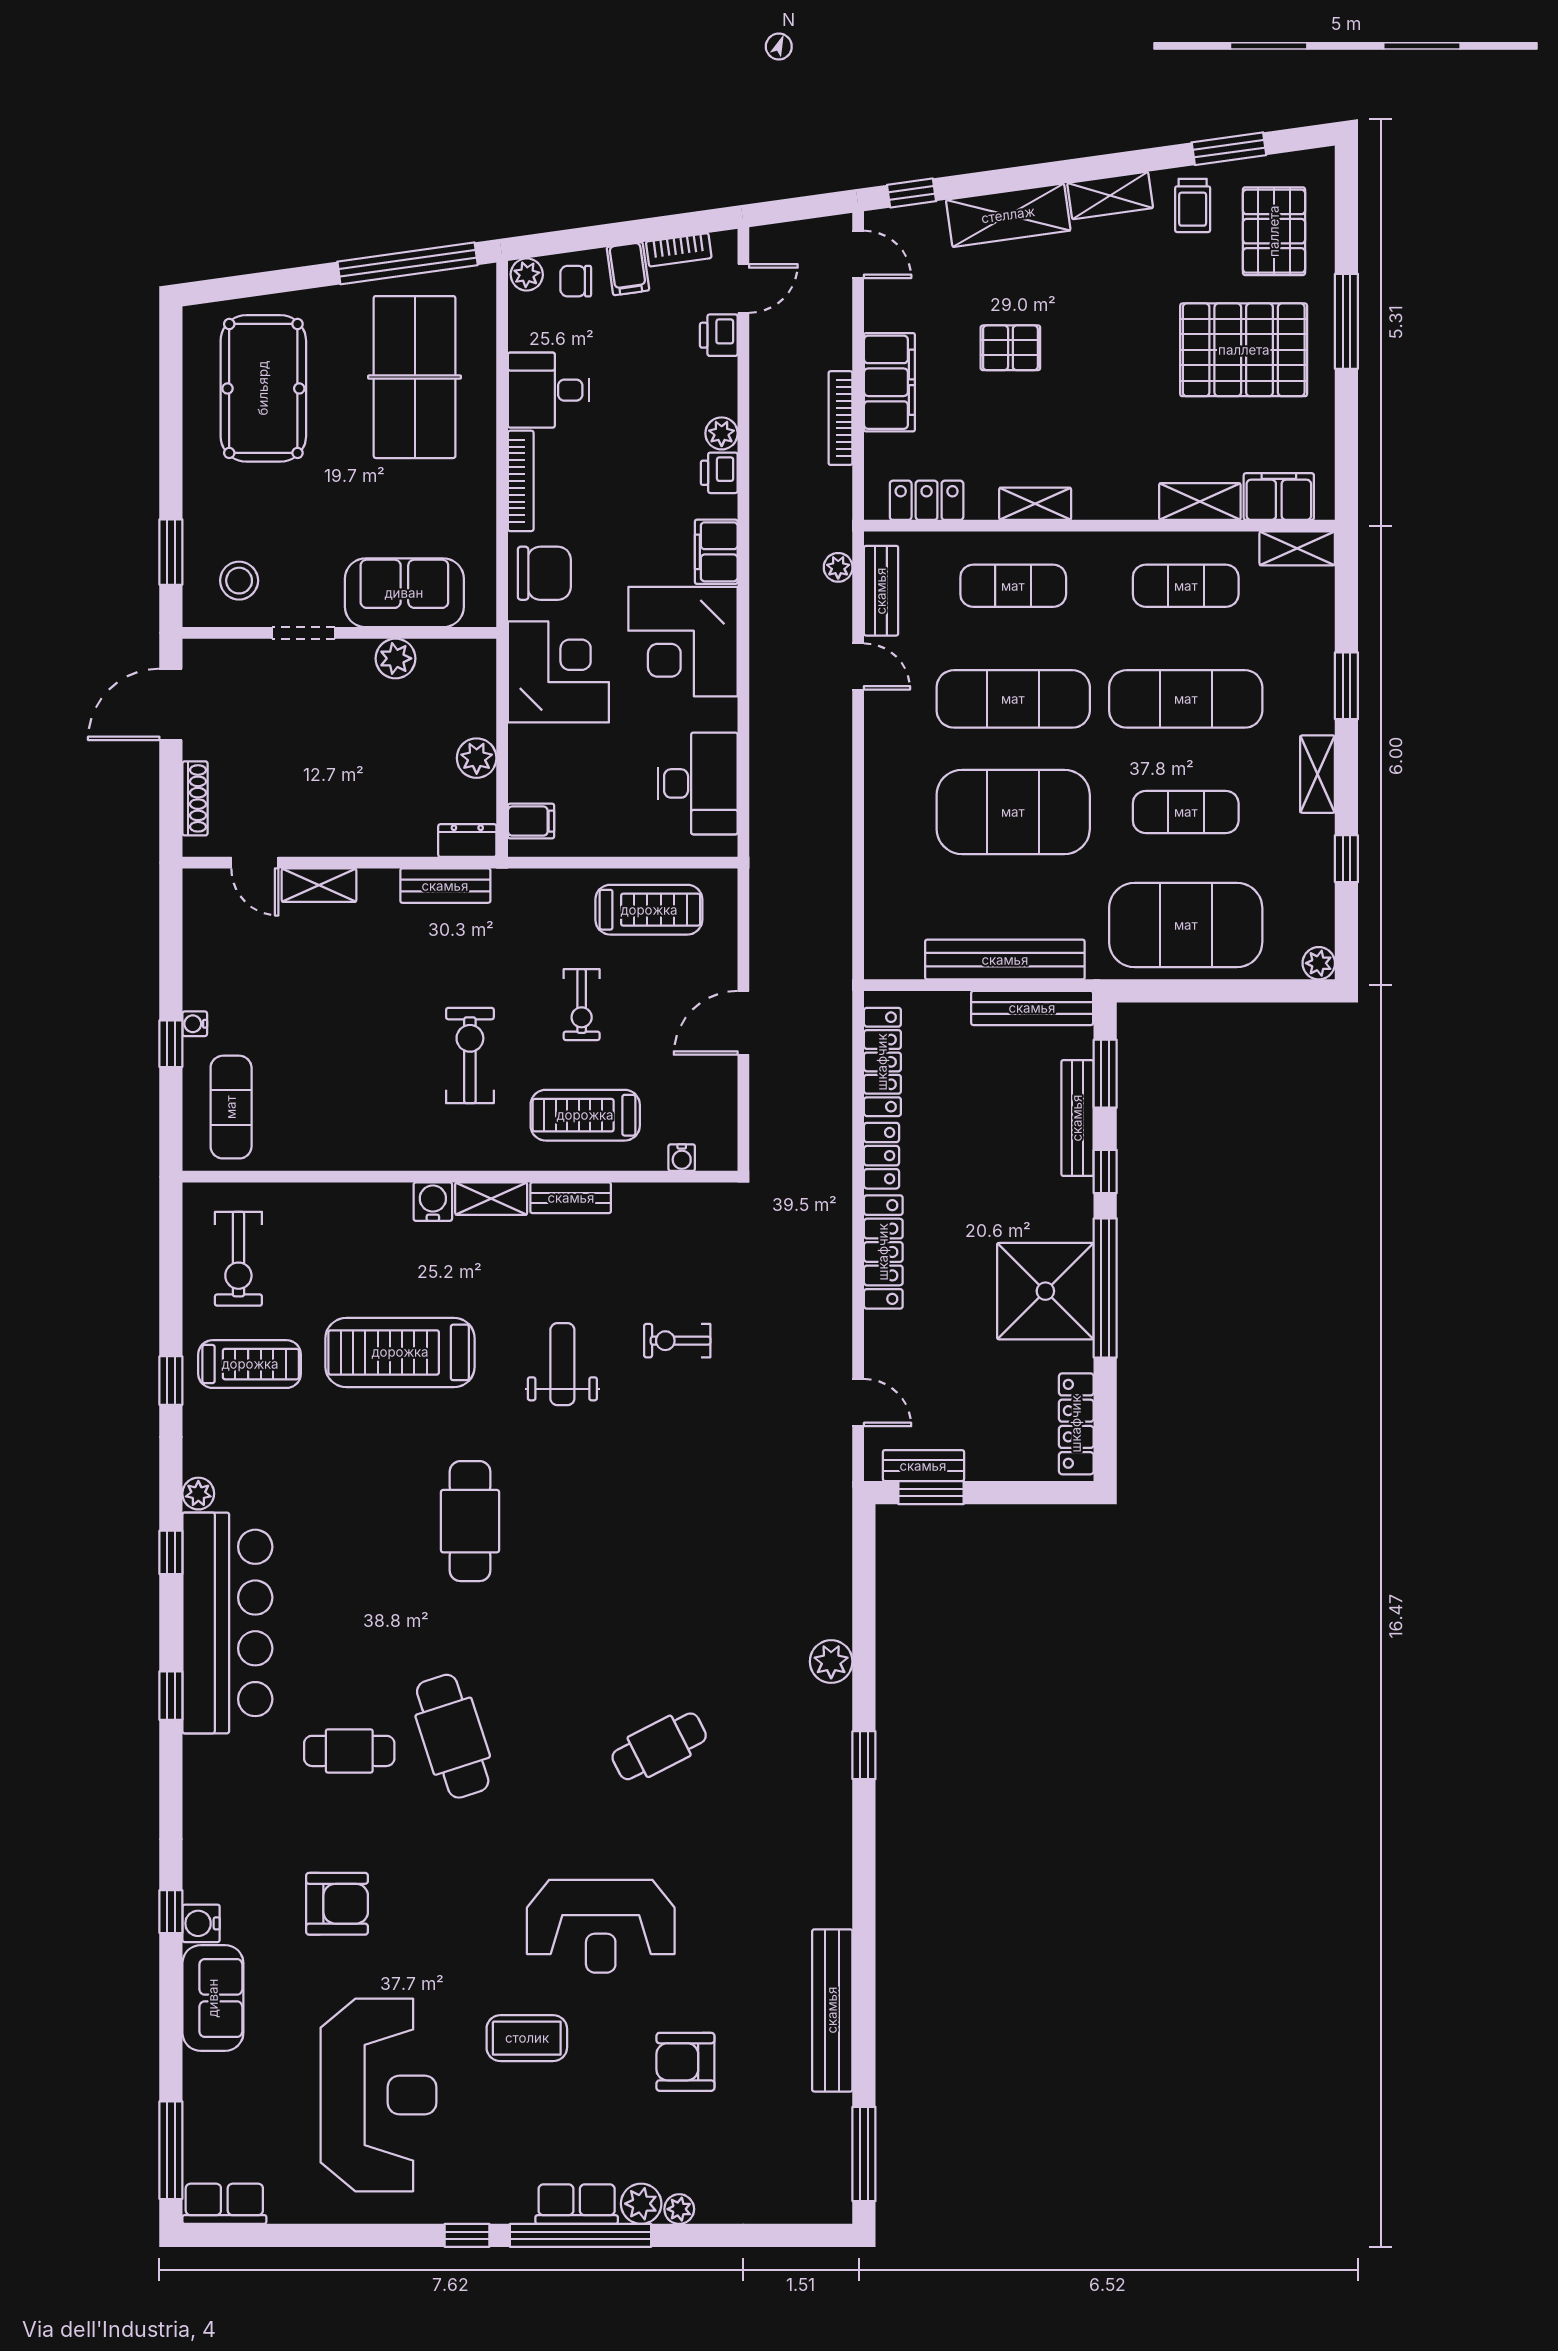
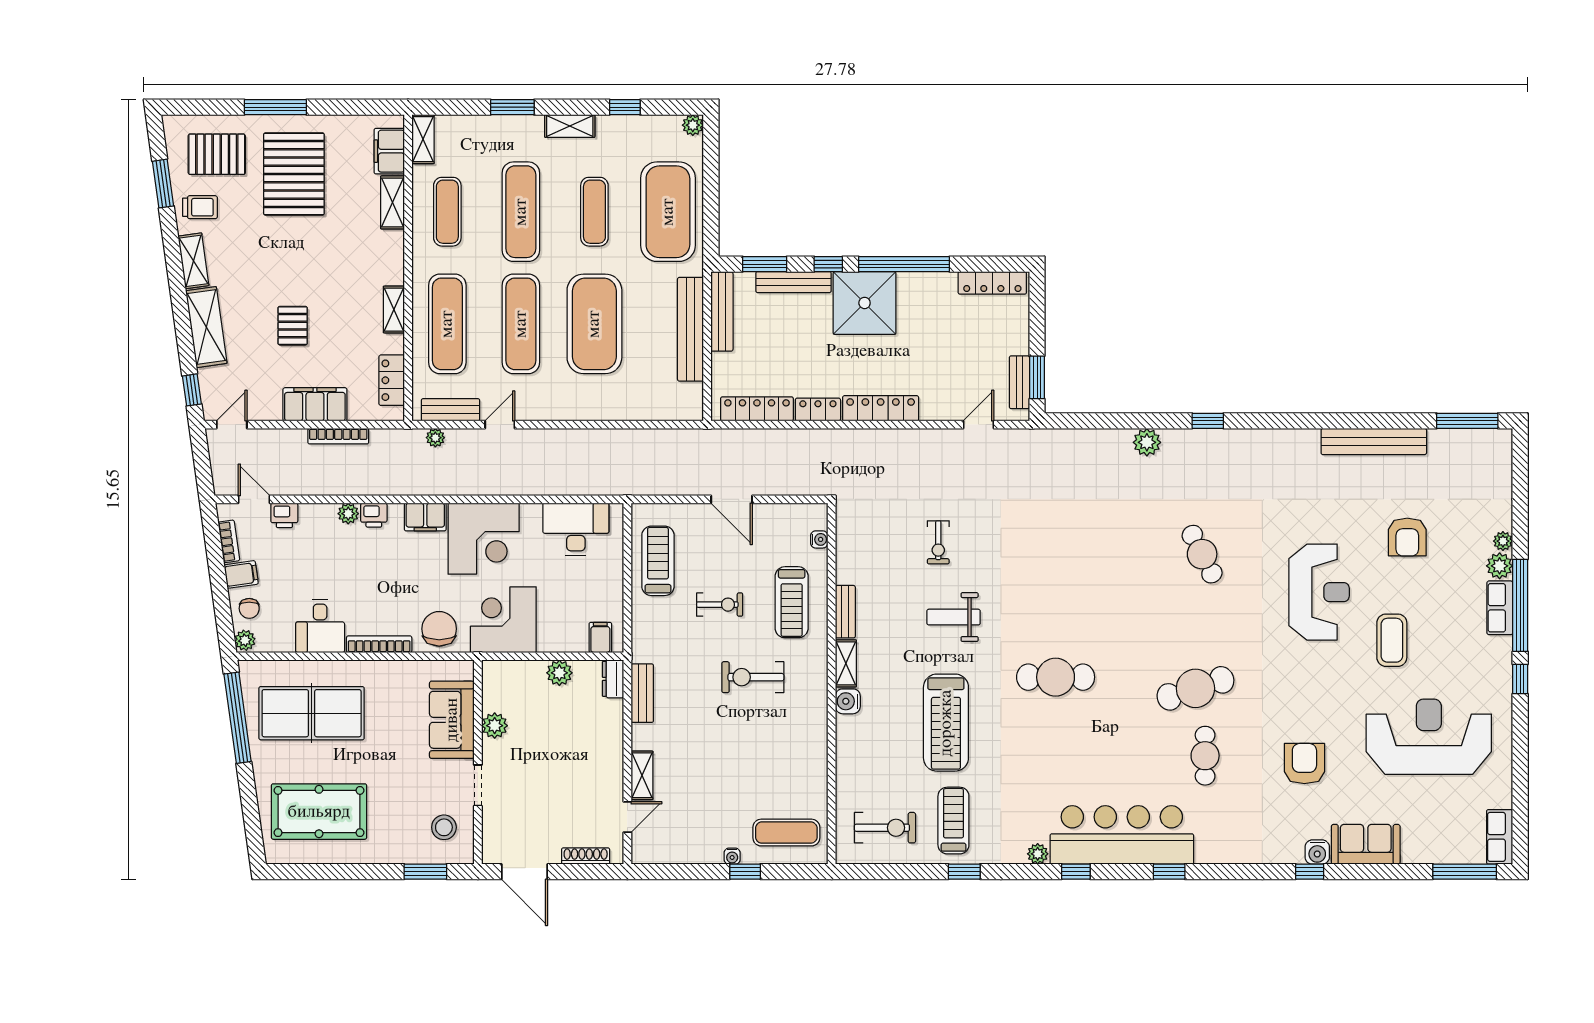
exercise mat: (1013, 586) -> (447, 324), width x1.36, depth x1.45
shower: (1045, 1291) -> (865, 303), moved

